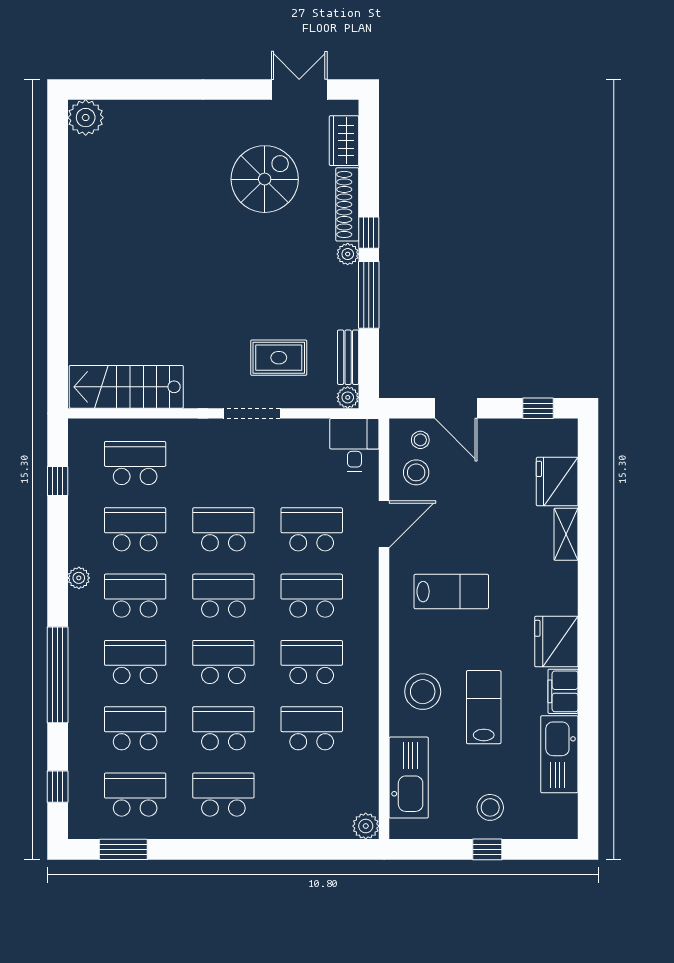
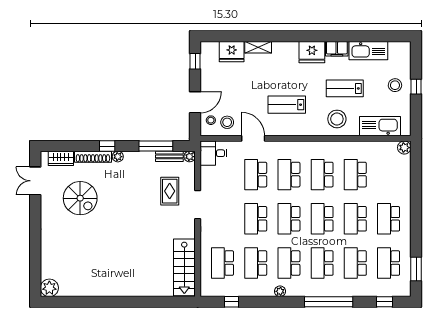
spiral stairs: (265, 179) -> (80, 198), turned 180
window: (369, 295) -> (156, 146), moved
lab bench: (451, 592) -> (287, 105), turned -90

